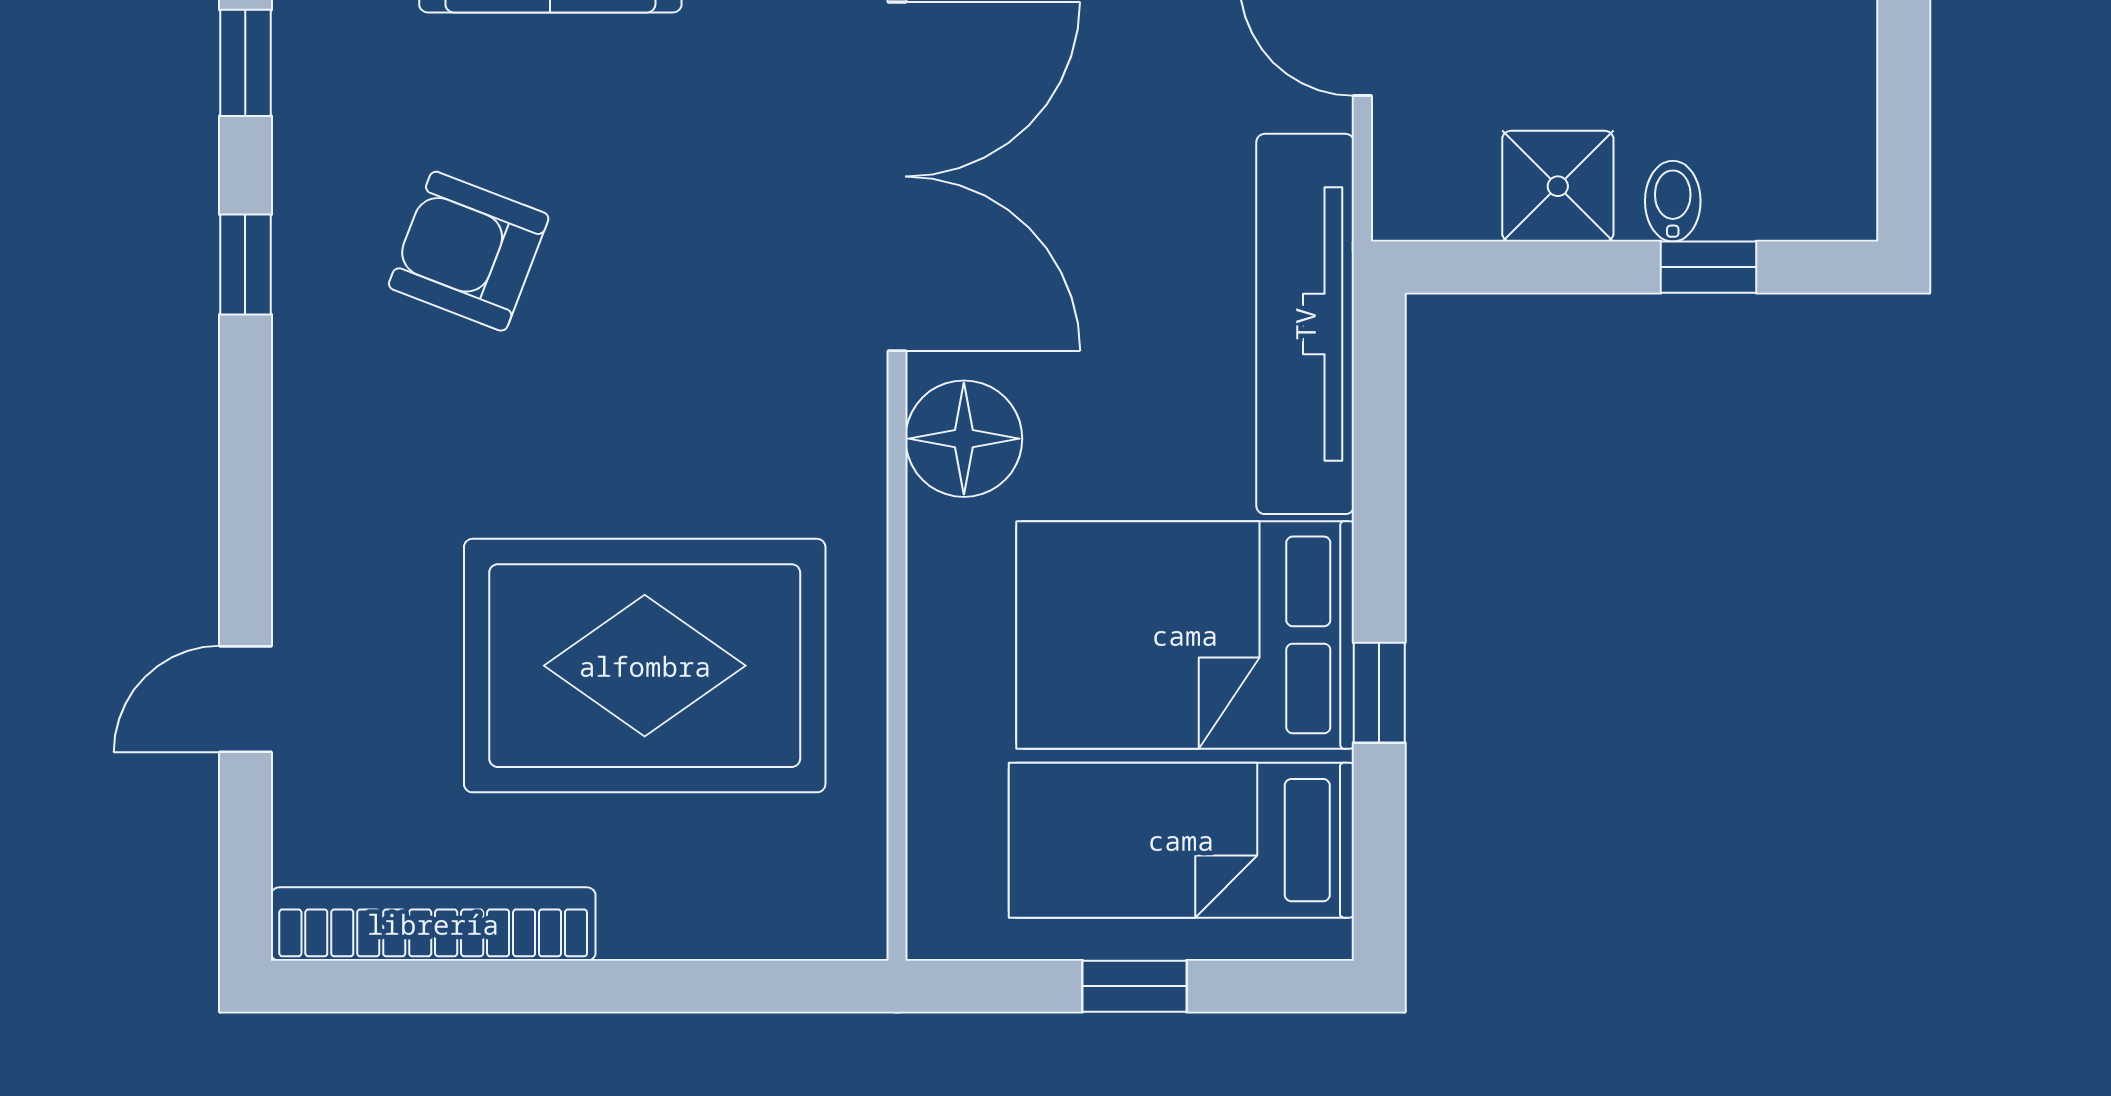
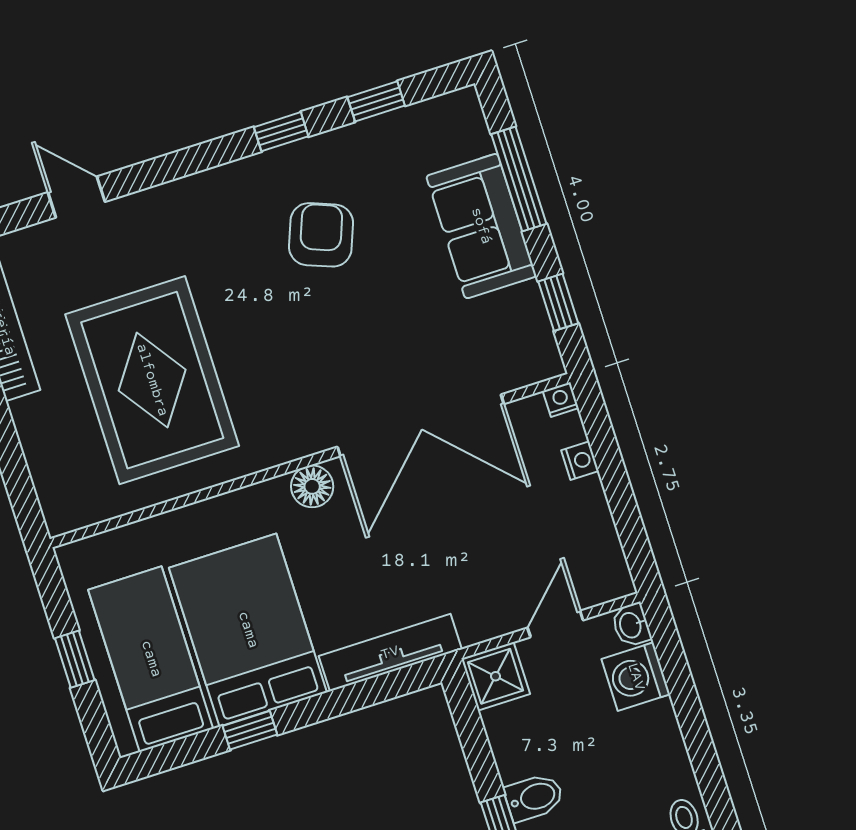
shower: (1558, 186) -> (496, 676), moved
bidet: (1673, 201) -> (534, 797), width x1.38, depth x1.36
tv unit: (1305, 324) -> (390, 653), width x0.73, depth x0.78
floor lamp: (964, 439) -> (312, 486), width x0.73, depth x0.73

